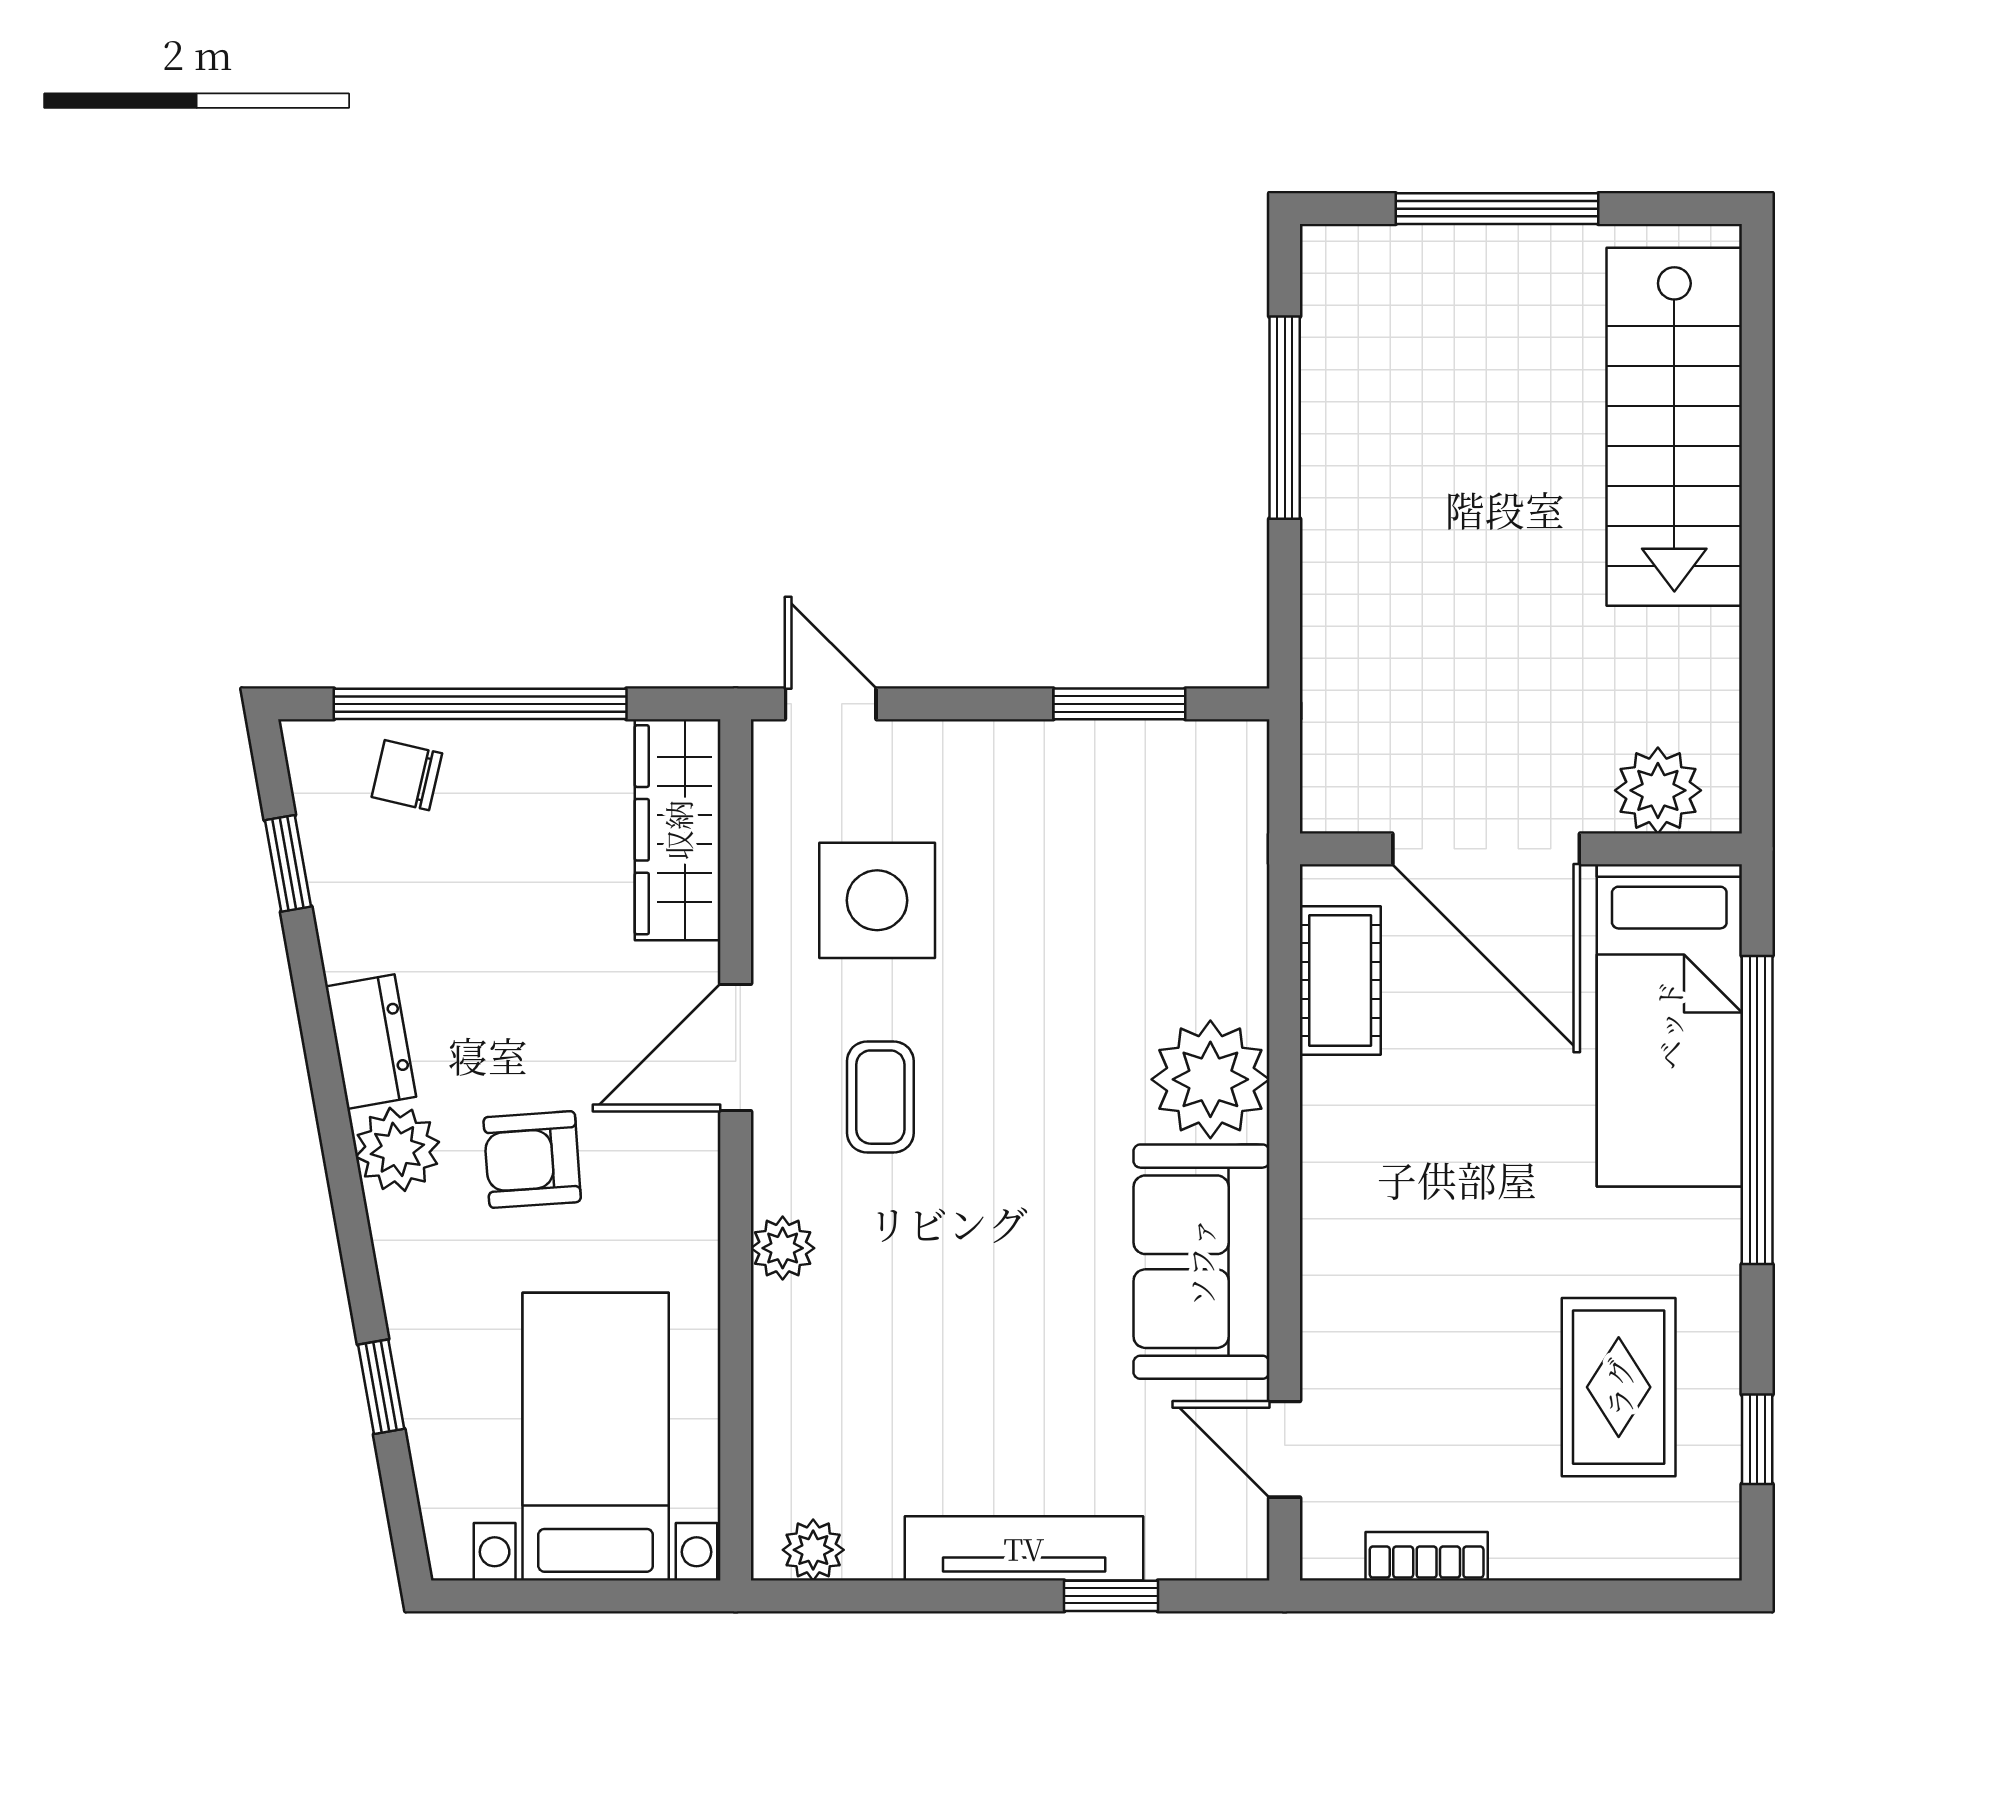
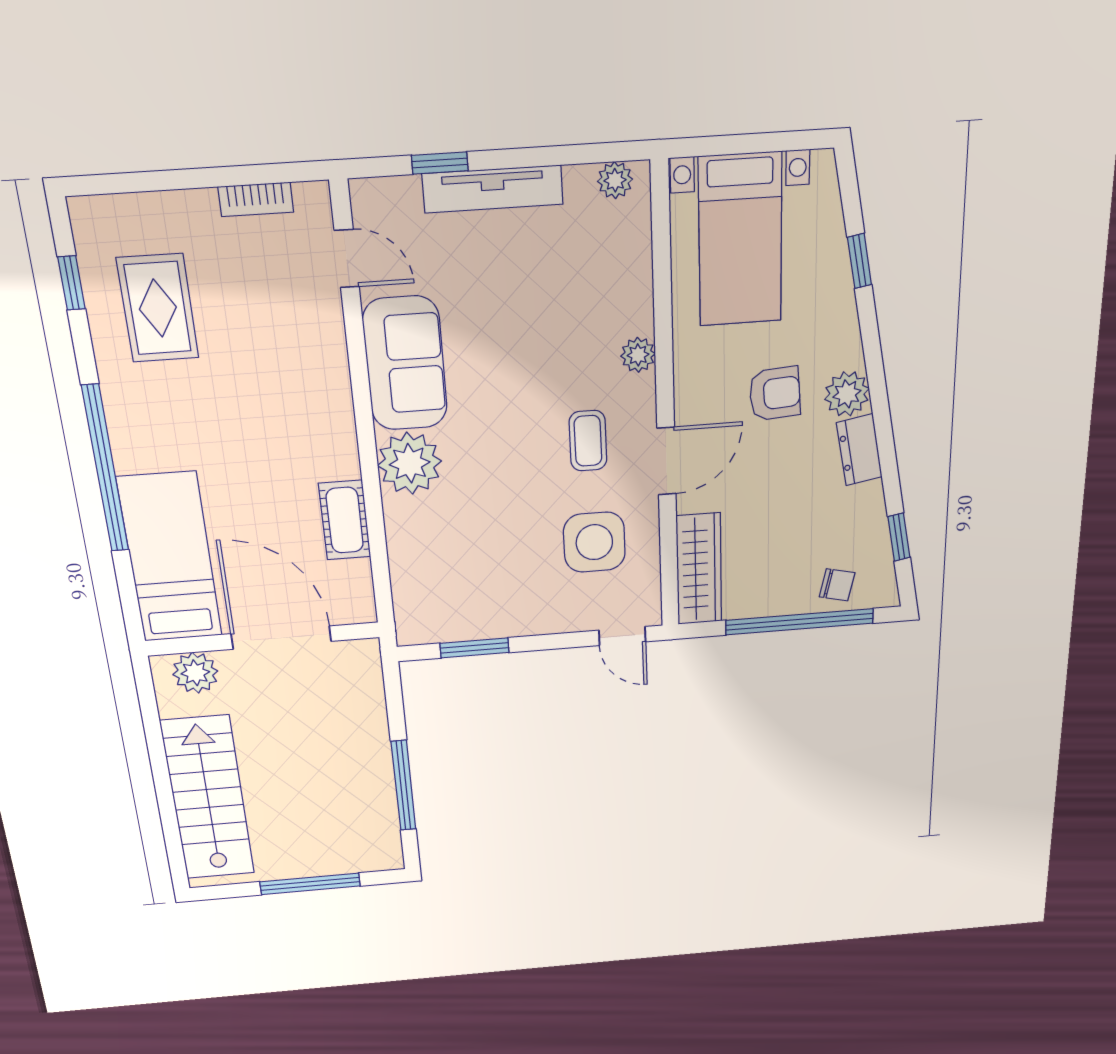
plant: (1658, 790) -> (195, 673), moved
door: (1486, 849) -> (281, 638), moved
wall: (1521, 849) -> (263, 639), moved
bed: (1669, 1025) -> (170, 558), moved

